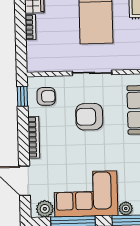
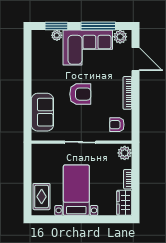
plant: (35, 61) -> (125, 153), added
window: (22, 96) -> (135, 125), removed
armchair: (89, 117) -> (80, 94), moved

